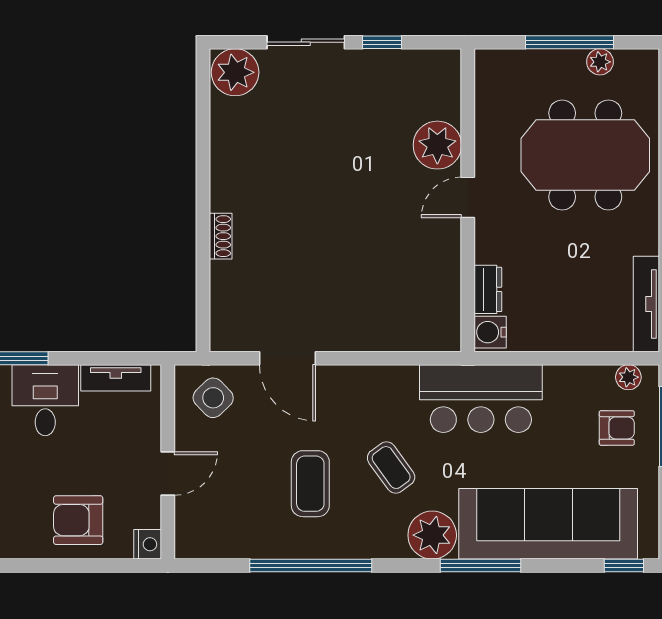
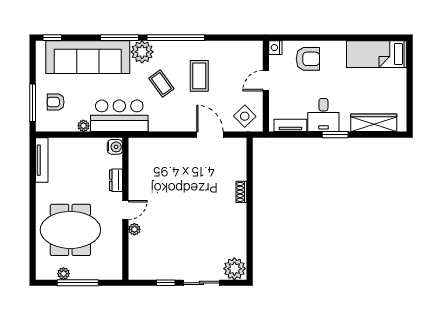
plant: (437, 145) -> (134, 229), width x0.53, depth x0.53
dresser: (488, 289) -> (116, 180), moved
plant: (628, 377) -> (83, 126), moved
window: (311, 566) -> (176, 38), moved

